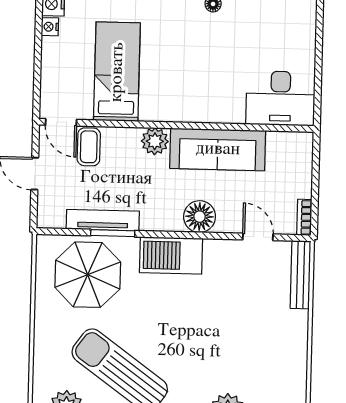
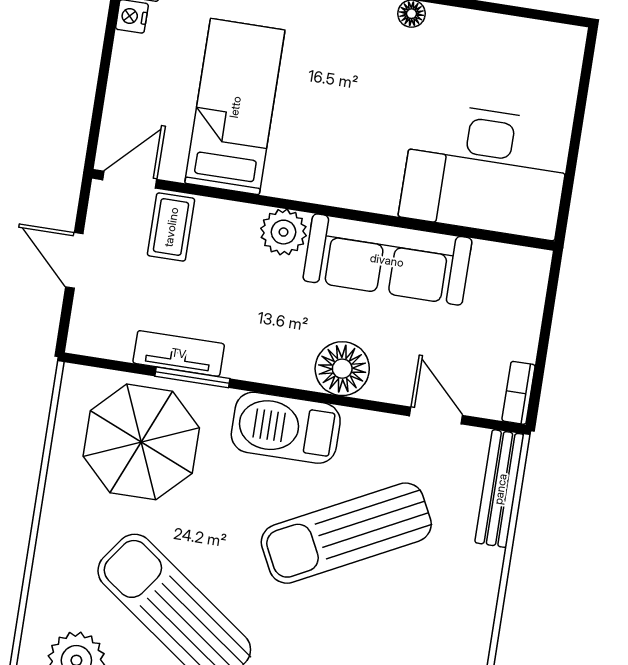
desk: (280, 98) -> (485, 170), width x1.36, depth x1.30
door: (61, 122) -> (130, 180), swing flipped
tv unit: (103, 220) -> (179, 353), width x0.71
sun lounger: (214, 312) -> (346, 533), added

